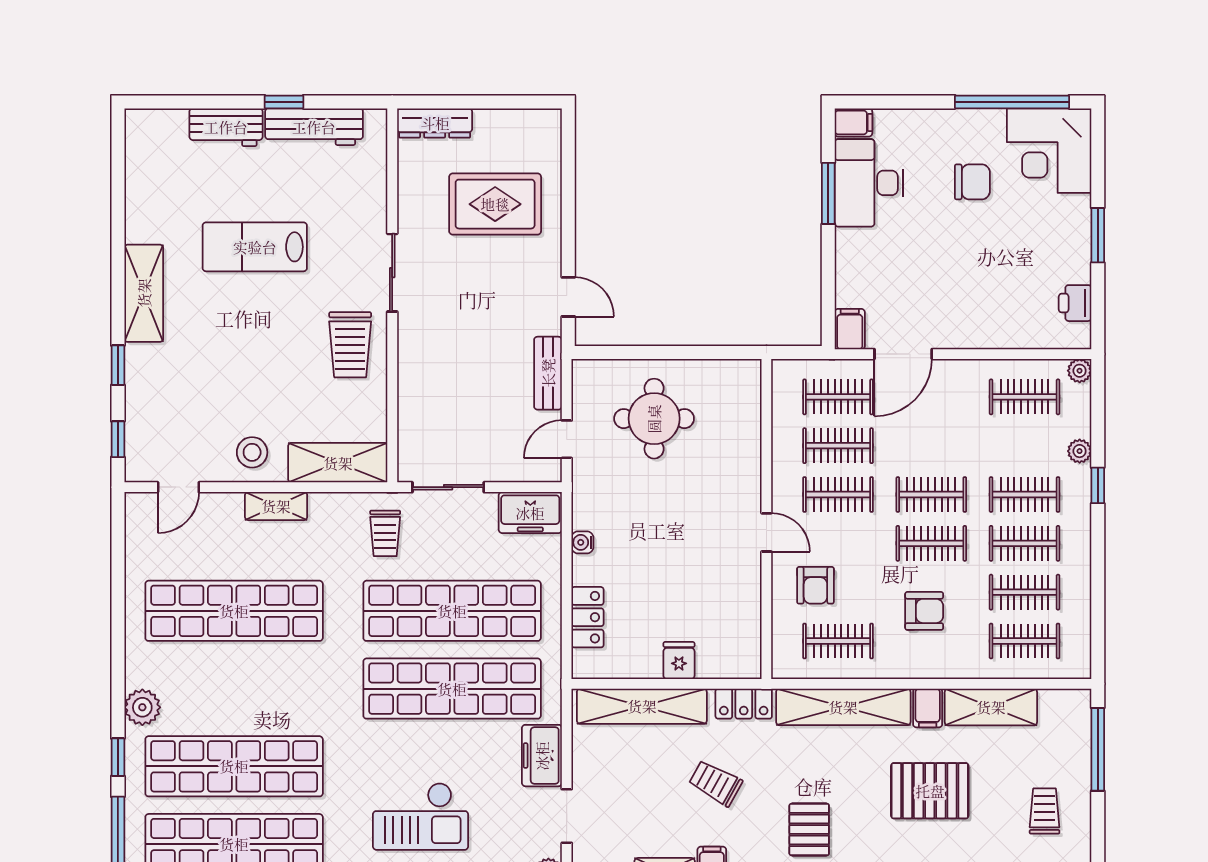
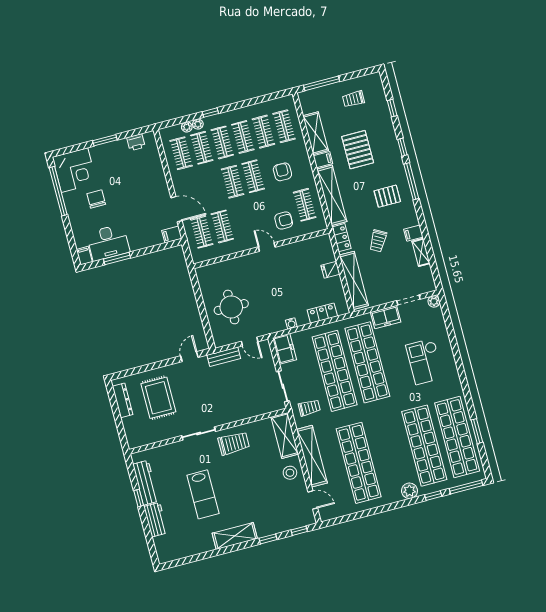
dresser: (435, 123) -> (123, 400), moved
plant: (1080, 371) -> (187, 127), moved
clothes rail: (838, 495) -> (202, 148), moved
shelving: (276, 506) -> (312, 456), width x2.20, depth x1.33
door: (766, 532) -> (267, 247), hinge flipped
checkout: (421, 816) -> (425, 361), turned 180

